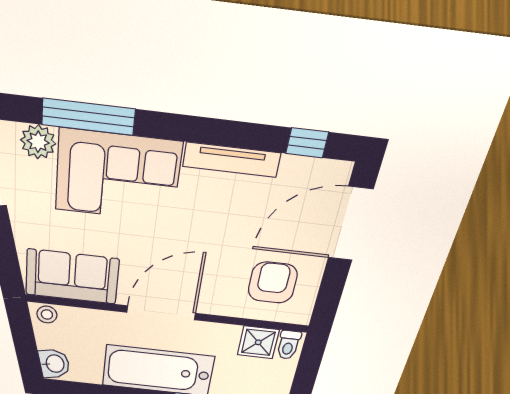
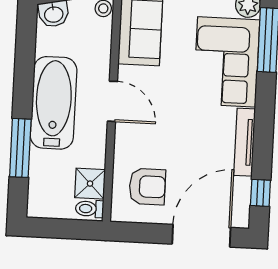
door: (350, 224) -> (201, 236), hinge flipped
door: (161, 313) -> (112, 101), width x0.73

